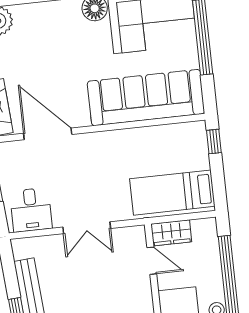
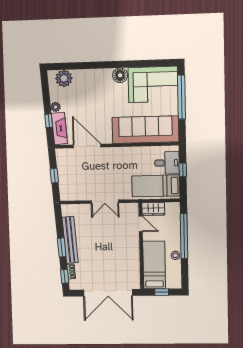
window: (214, 142) -> (183, 170), moved
desk: (31, 210) -> (167, 163), moved, turned -90

